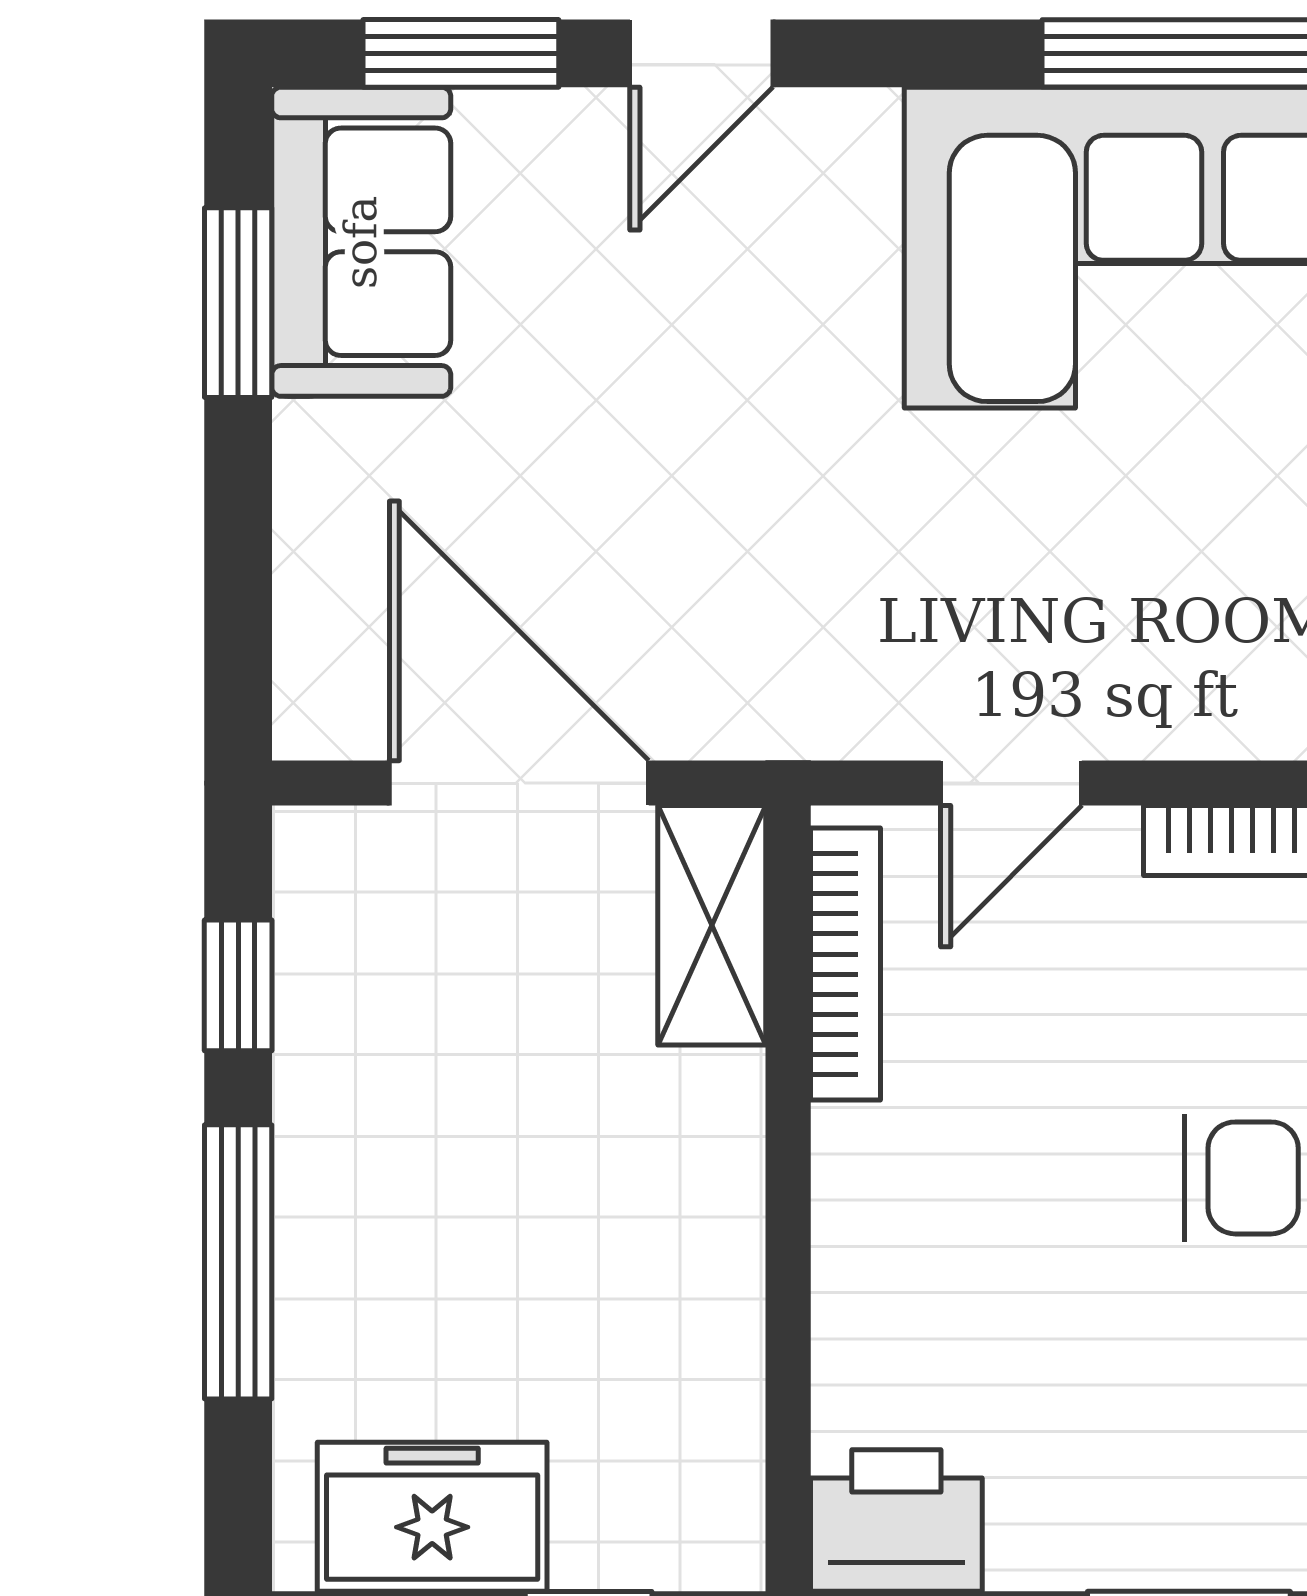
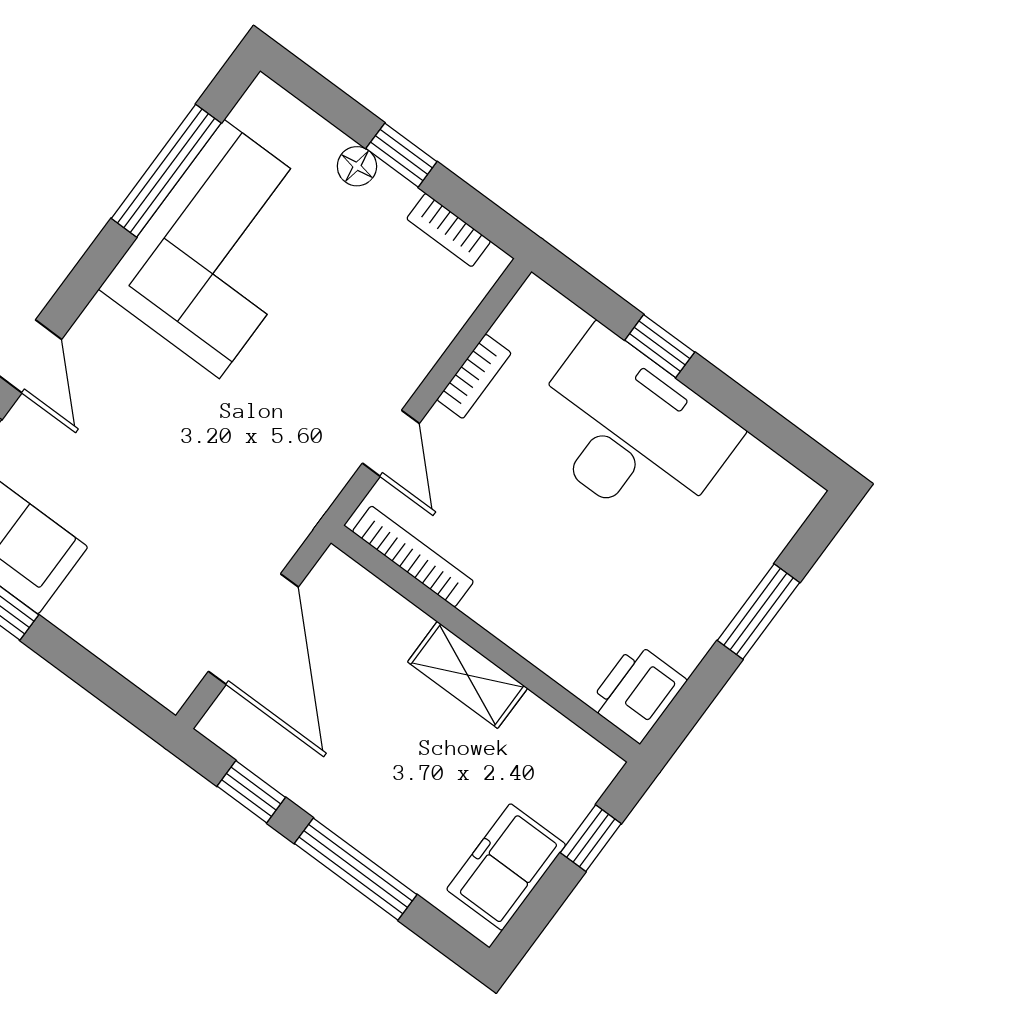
door: (519, 783) -> (253, 629), swing flipped
shelving: (712, 925) -> (468, 675), moved

